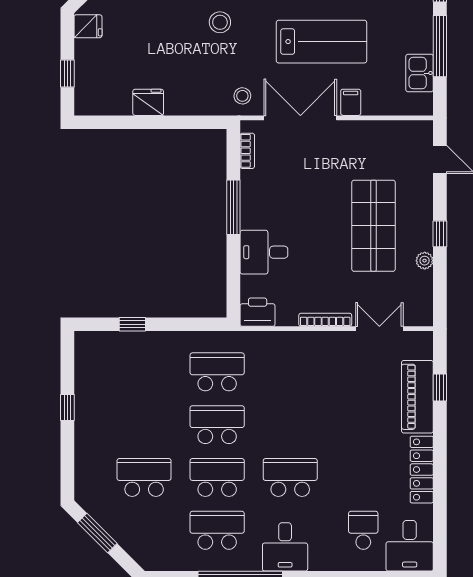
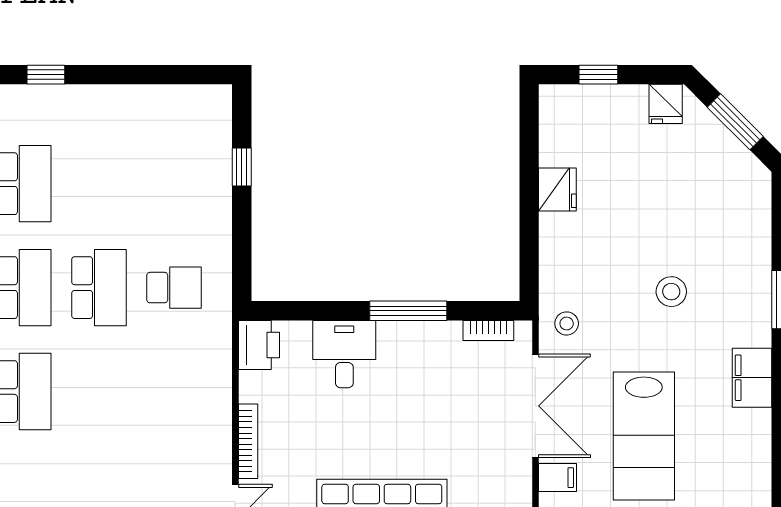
school desk: (217, 372) -> (174, 288), width x0.54
window: (67, 407) -> (46, 75), moved

